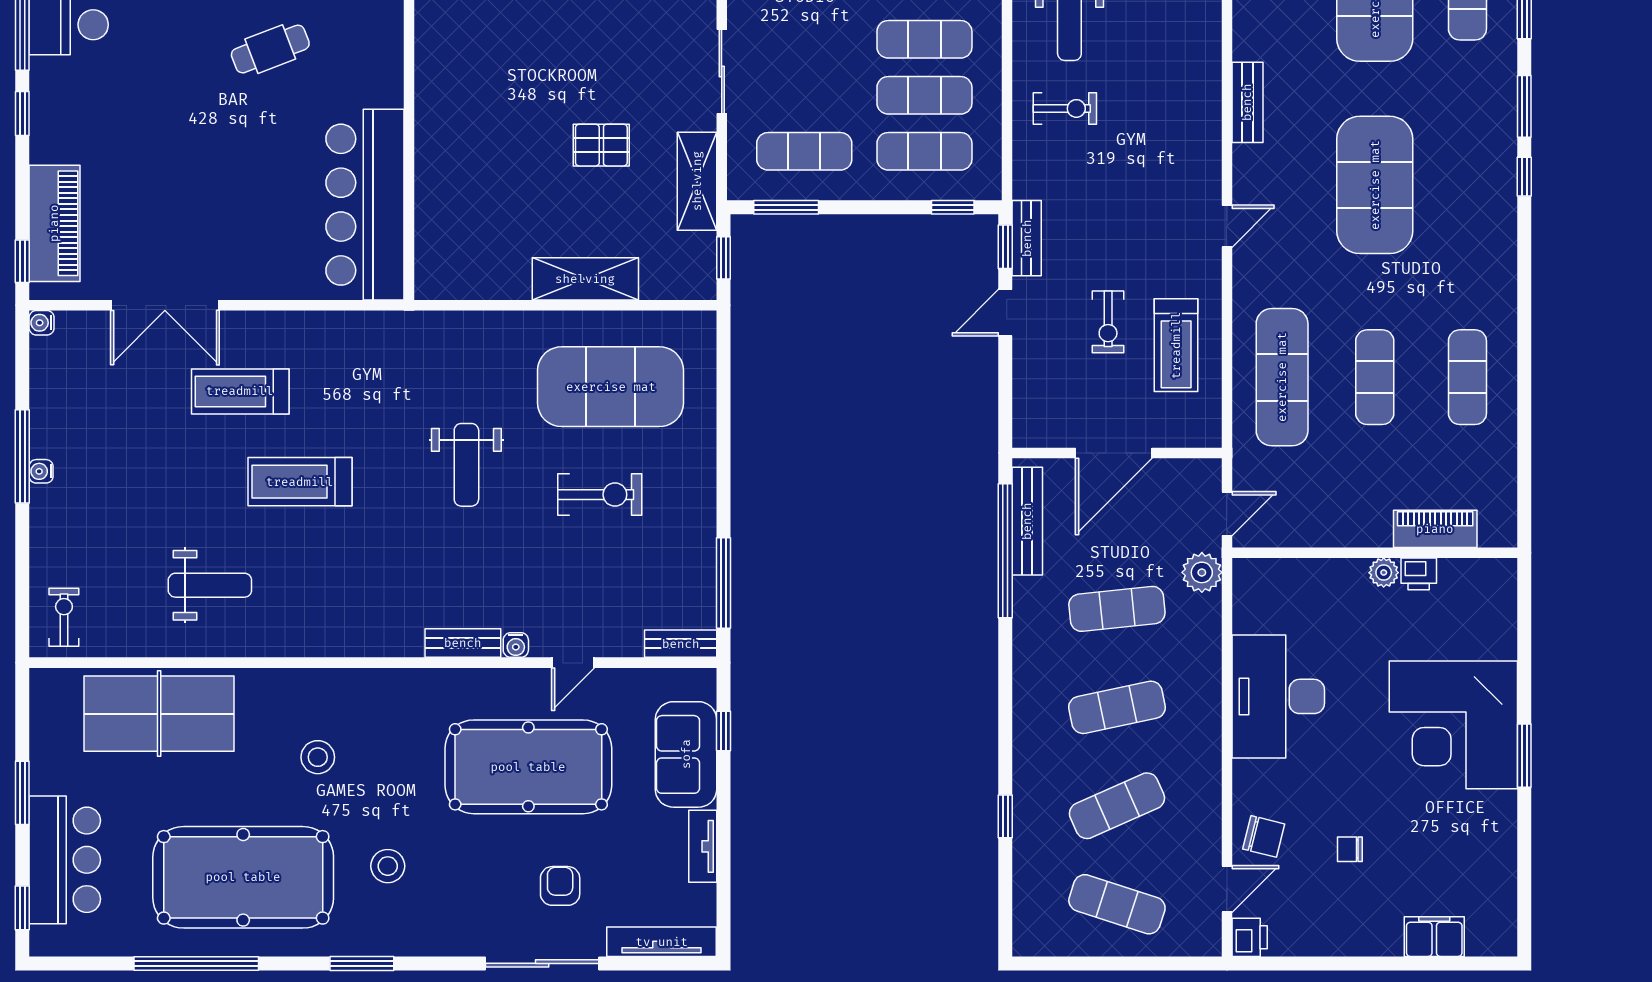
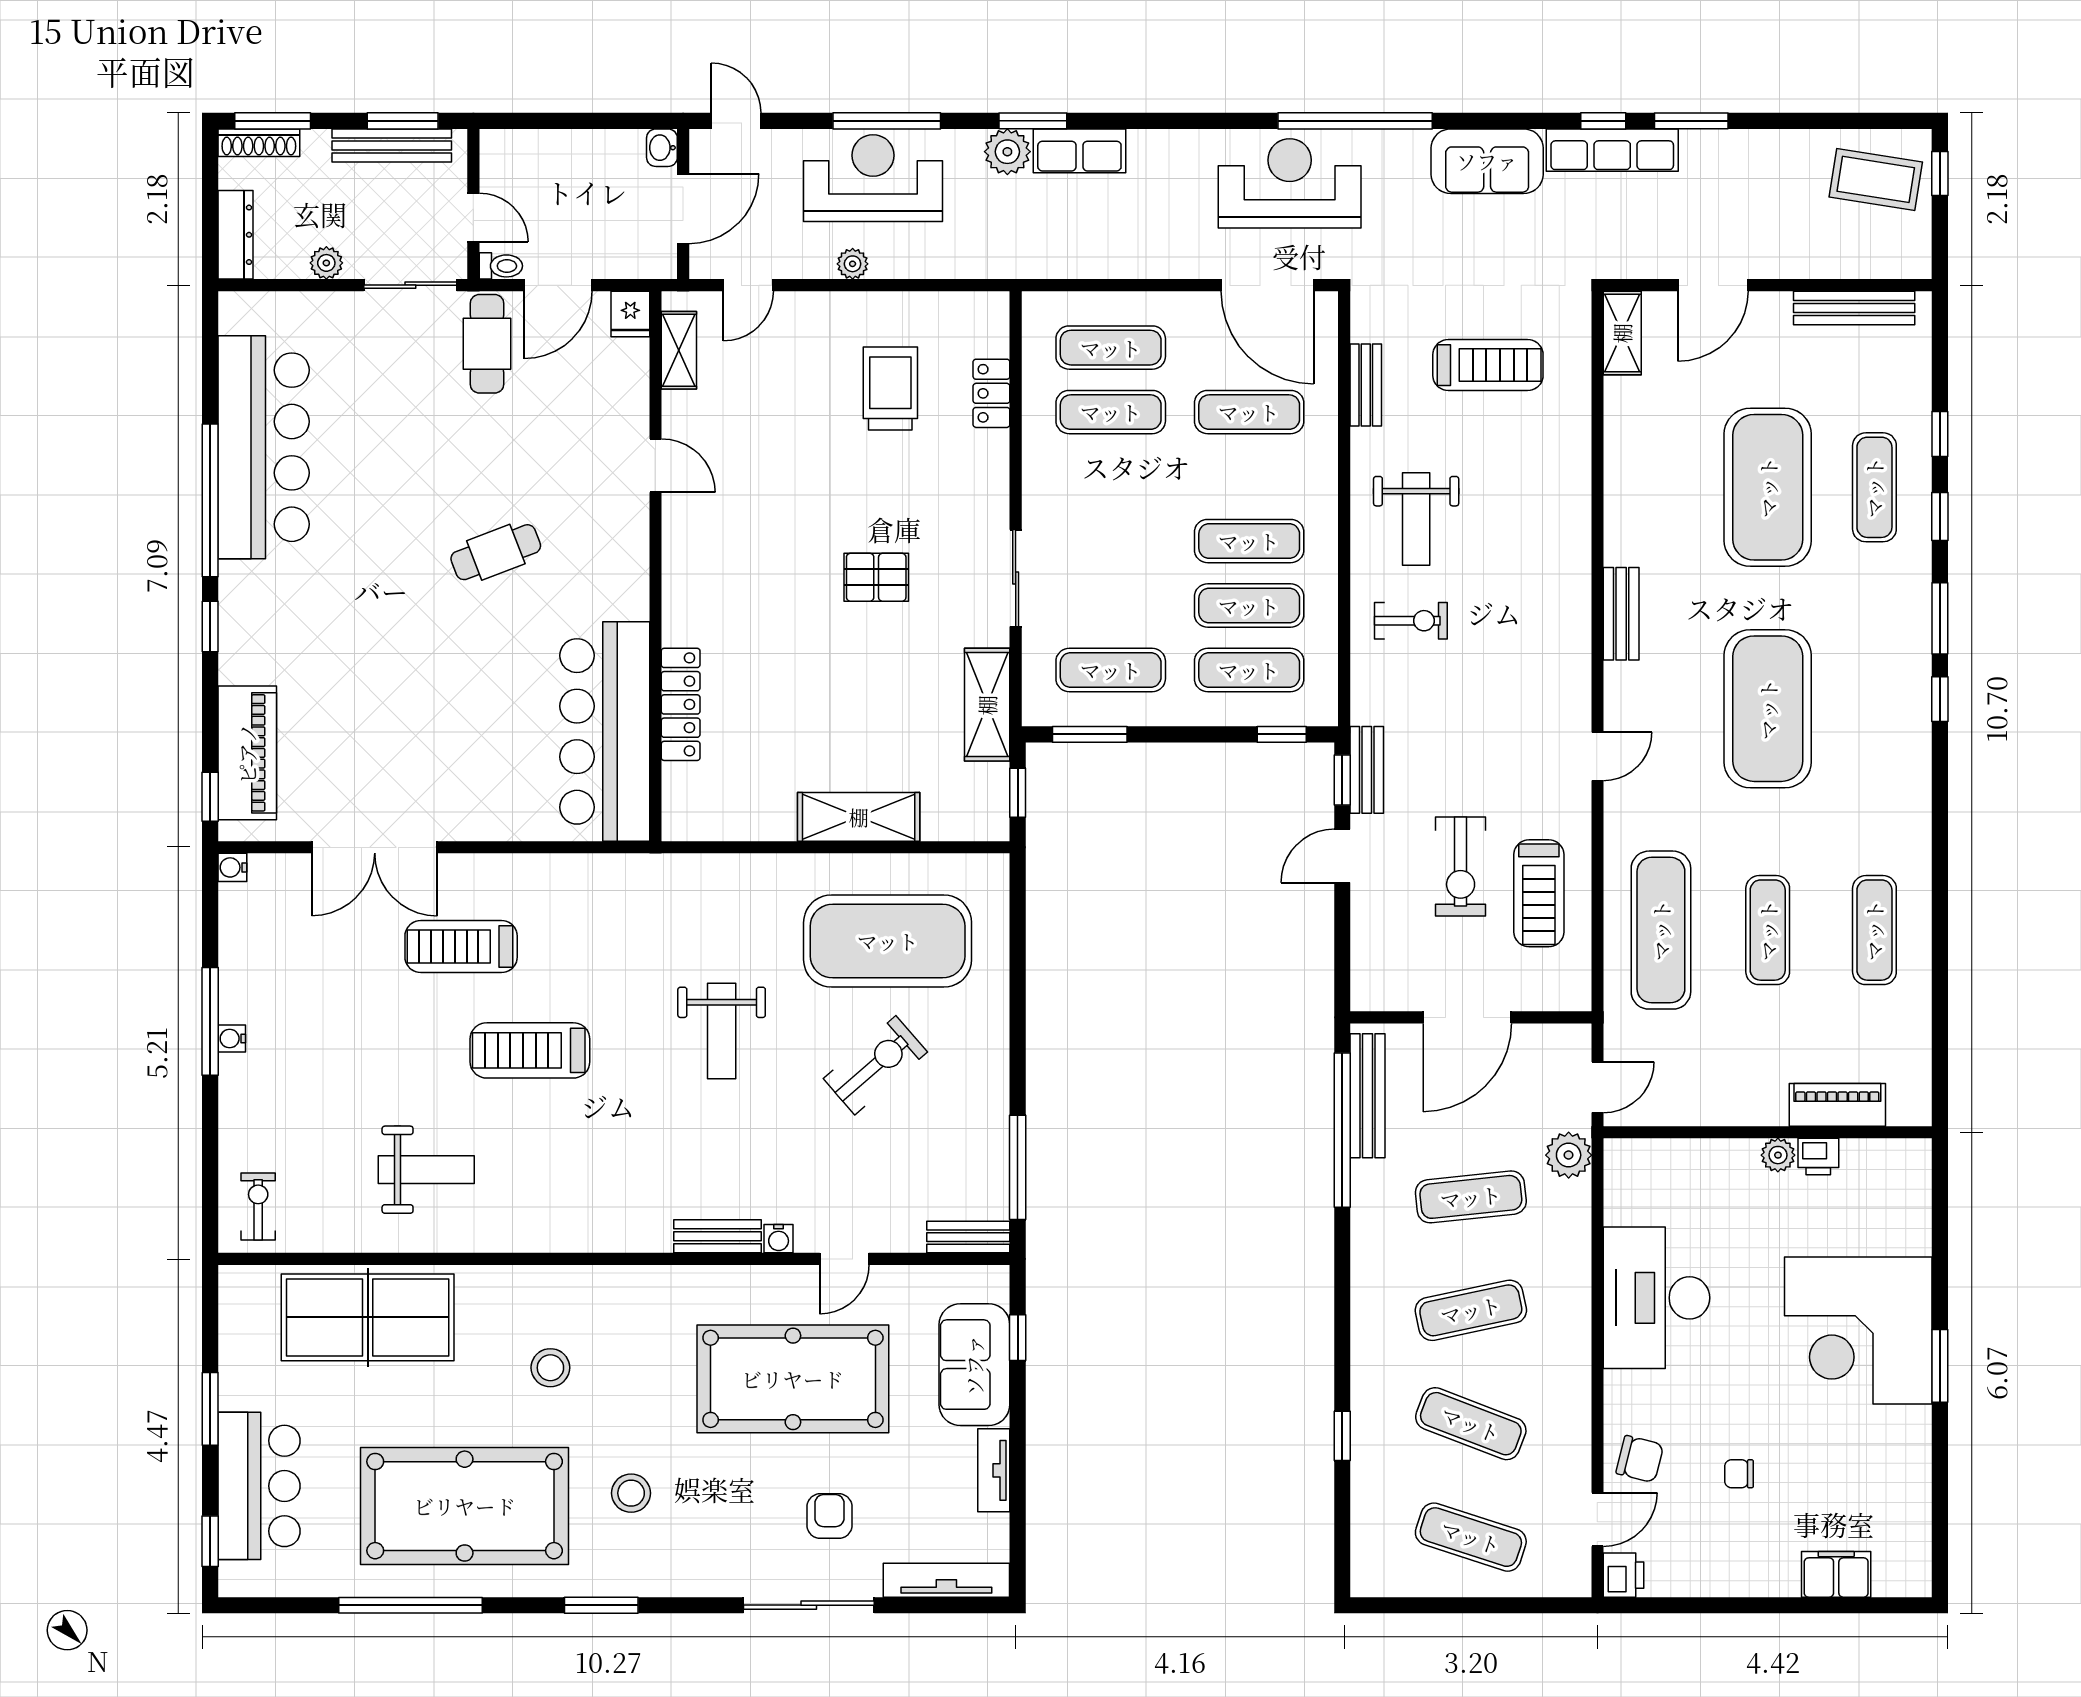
pallet: (601, 145) -> (876, 577), moved
locker: (431, 181) -> (681, 704), added
exercise bike: (1108, 322) -> (1461, 867), width x1.38, depth x1.39
exercise bike: (600, 495) -> (875, 1065), turned -41
exercise mat: (1117, 806) -> (1471, 1424), turned 45

